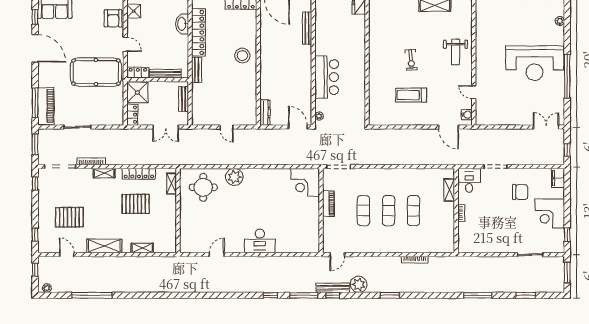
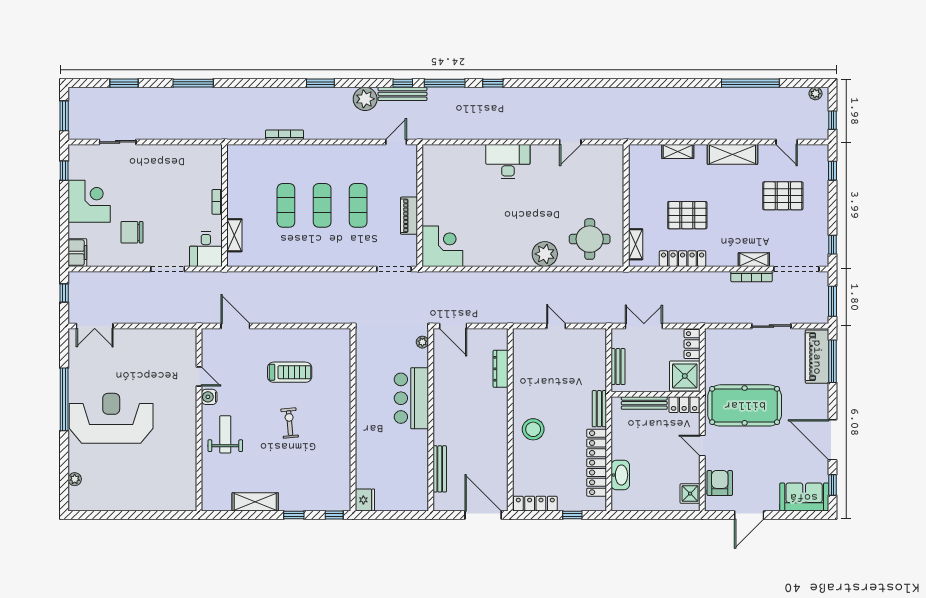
dresser: (265, 112) -> (501, 369), moved
water cooler: (467, 115) -> (209, 397), moved
shelving: (104, 173) -> (754, 260), moved

